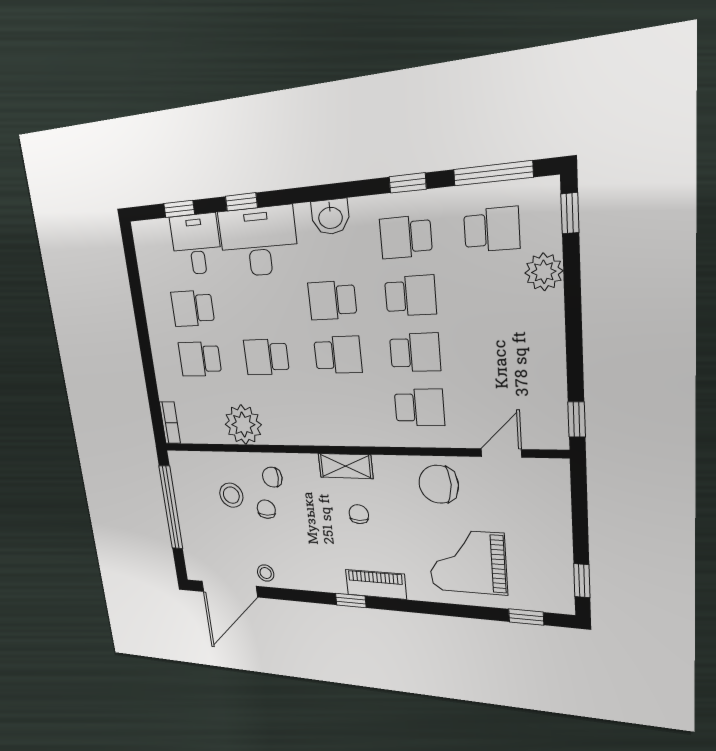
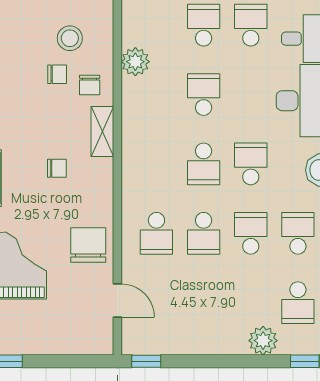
school desk: (410, 296) -> (251, 233), turned 180
plant: (243, 425) -> (135, 62), width x0.73, depth x0.73
shelving: (345, 466) -> (102, 132), moved
chair: (272, 477) -> (90, 85), turned 180

